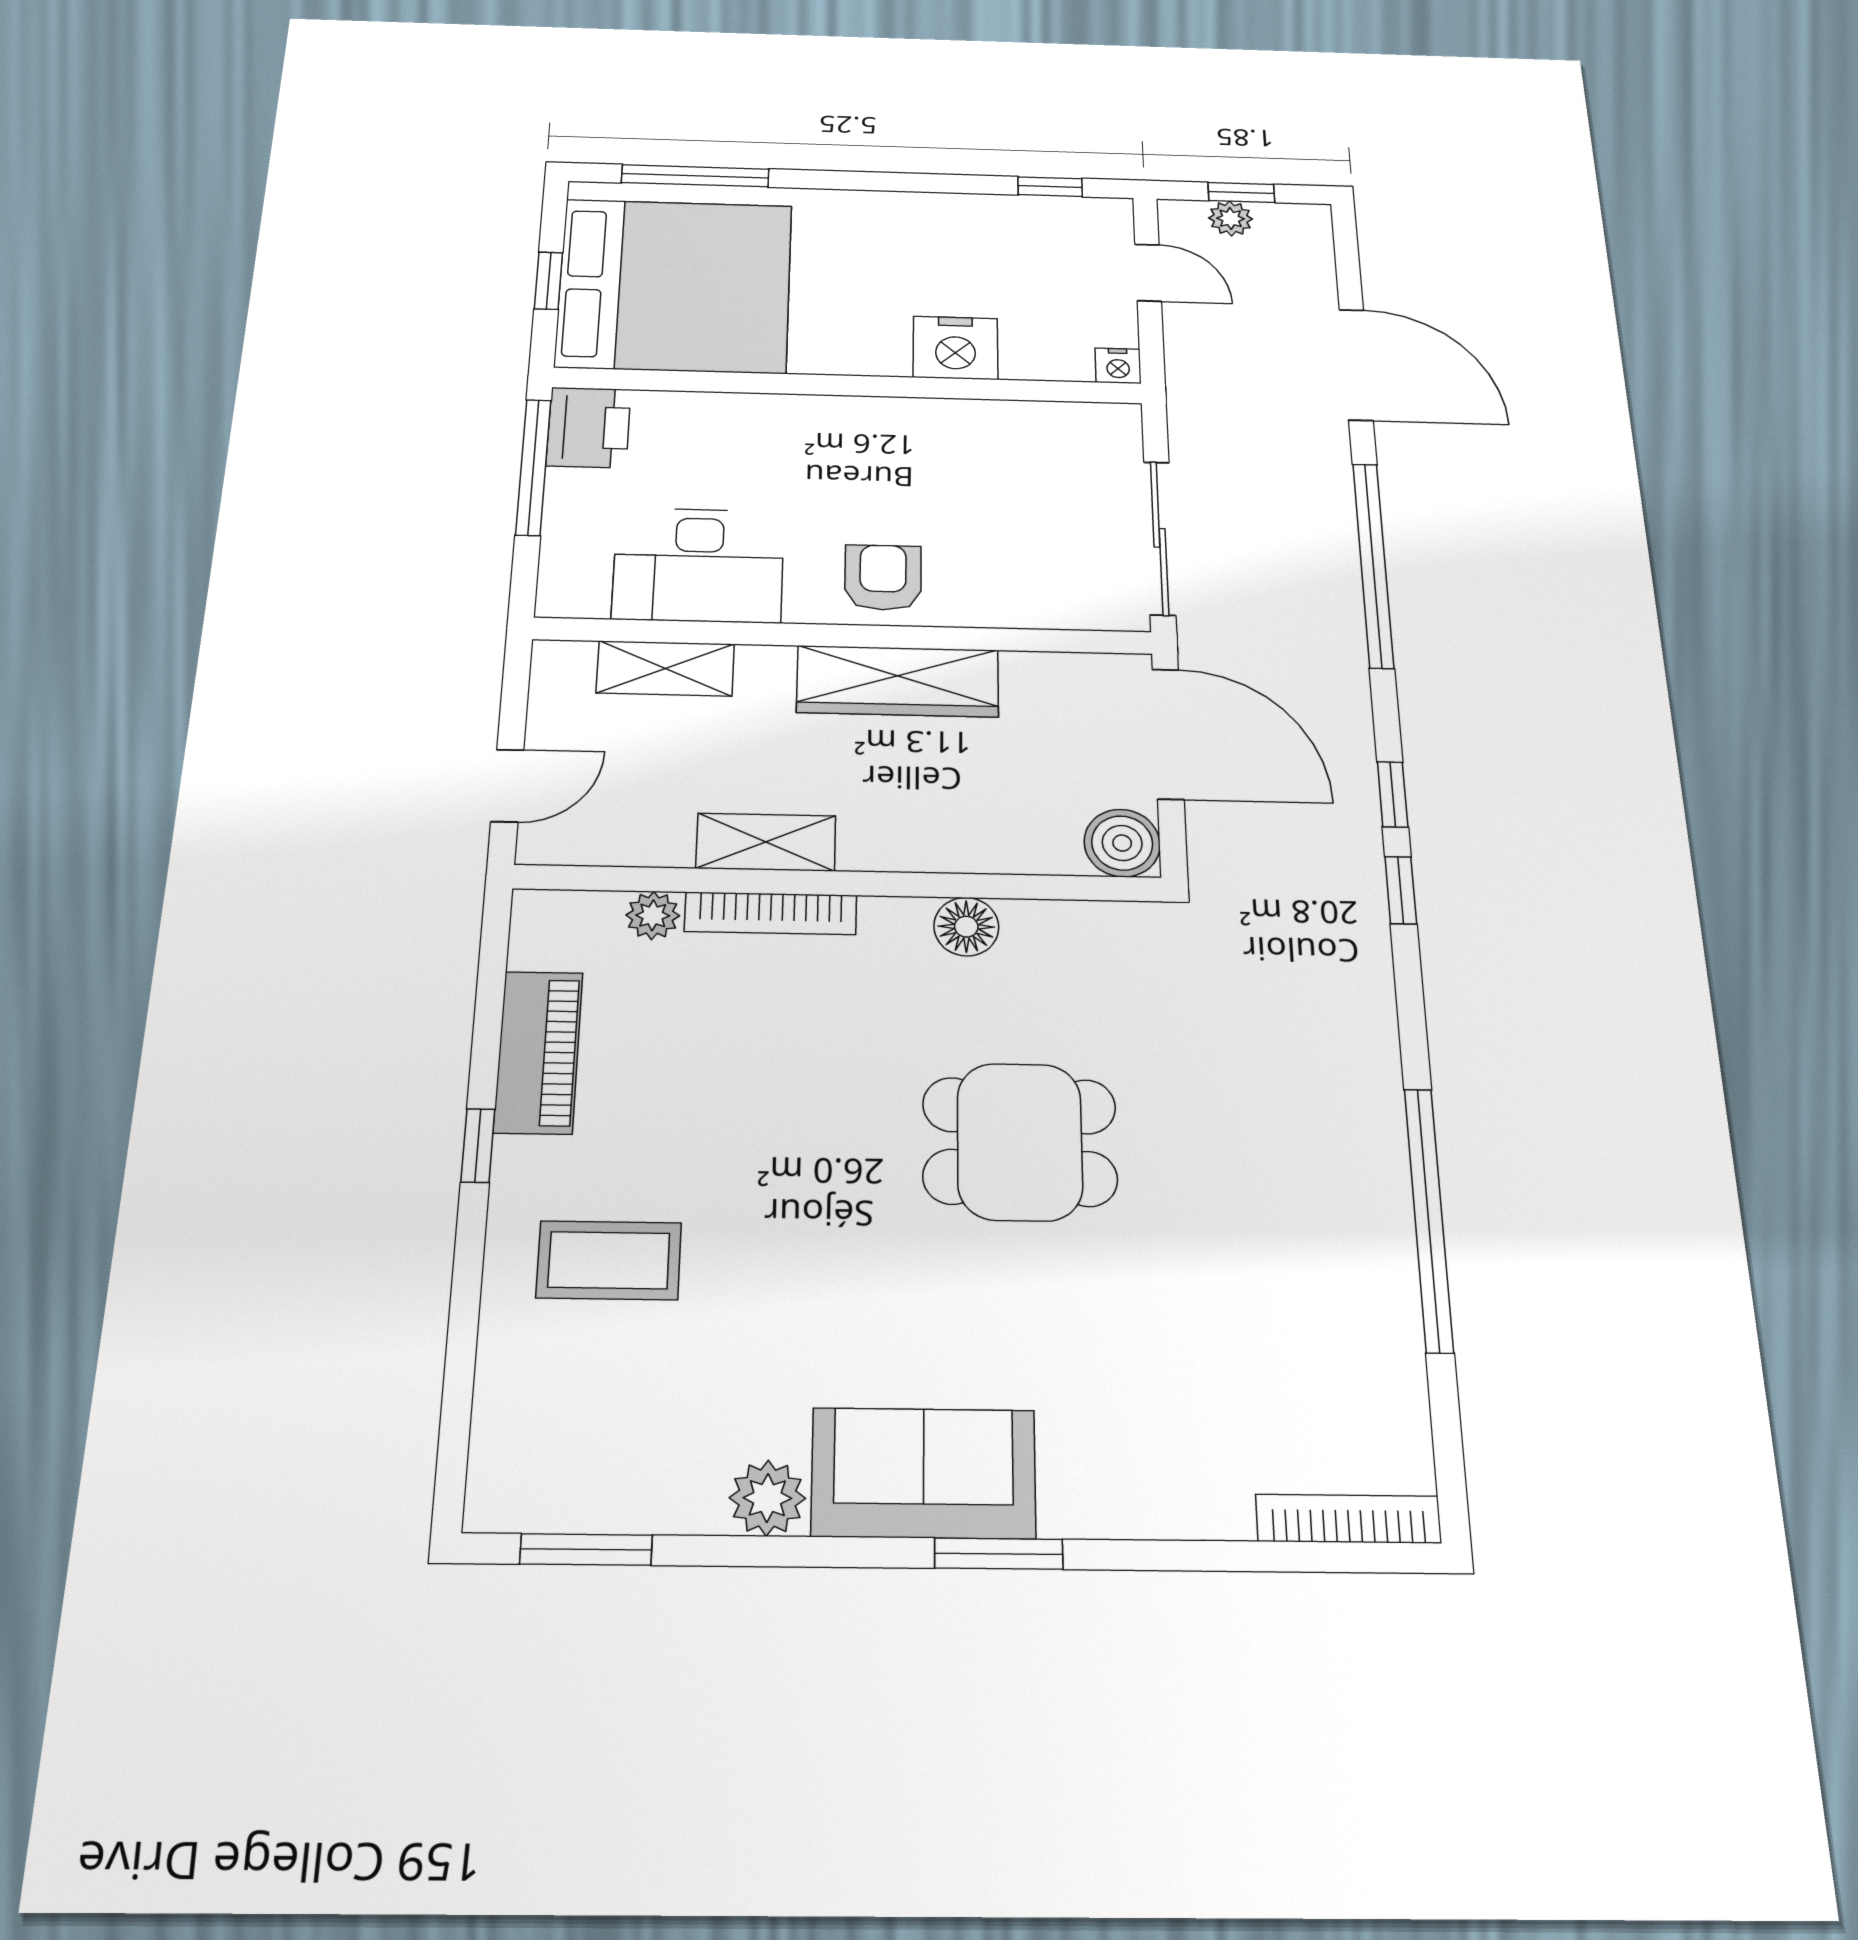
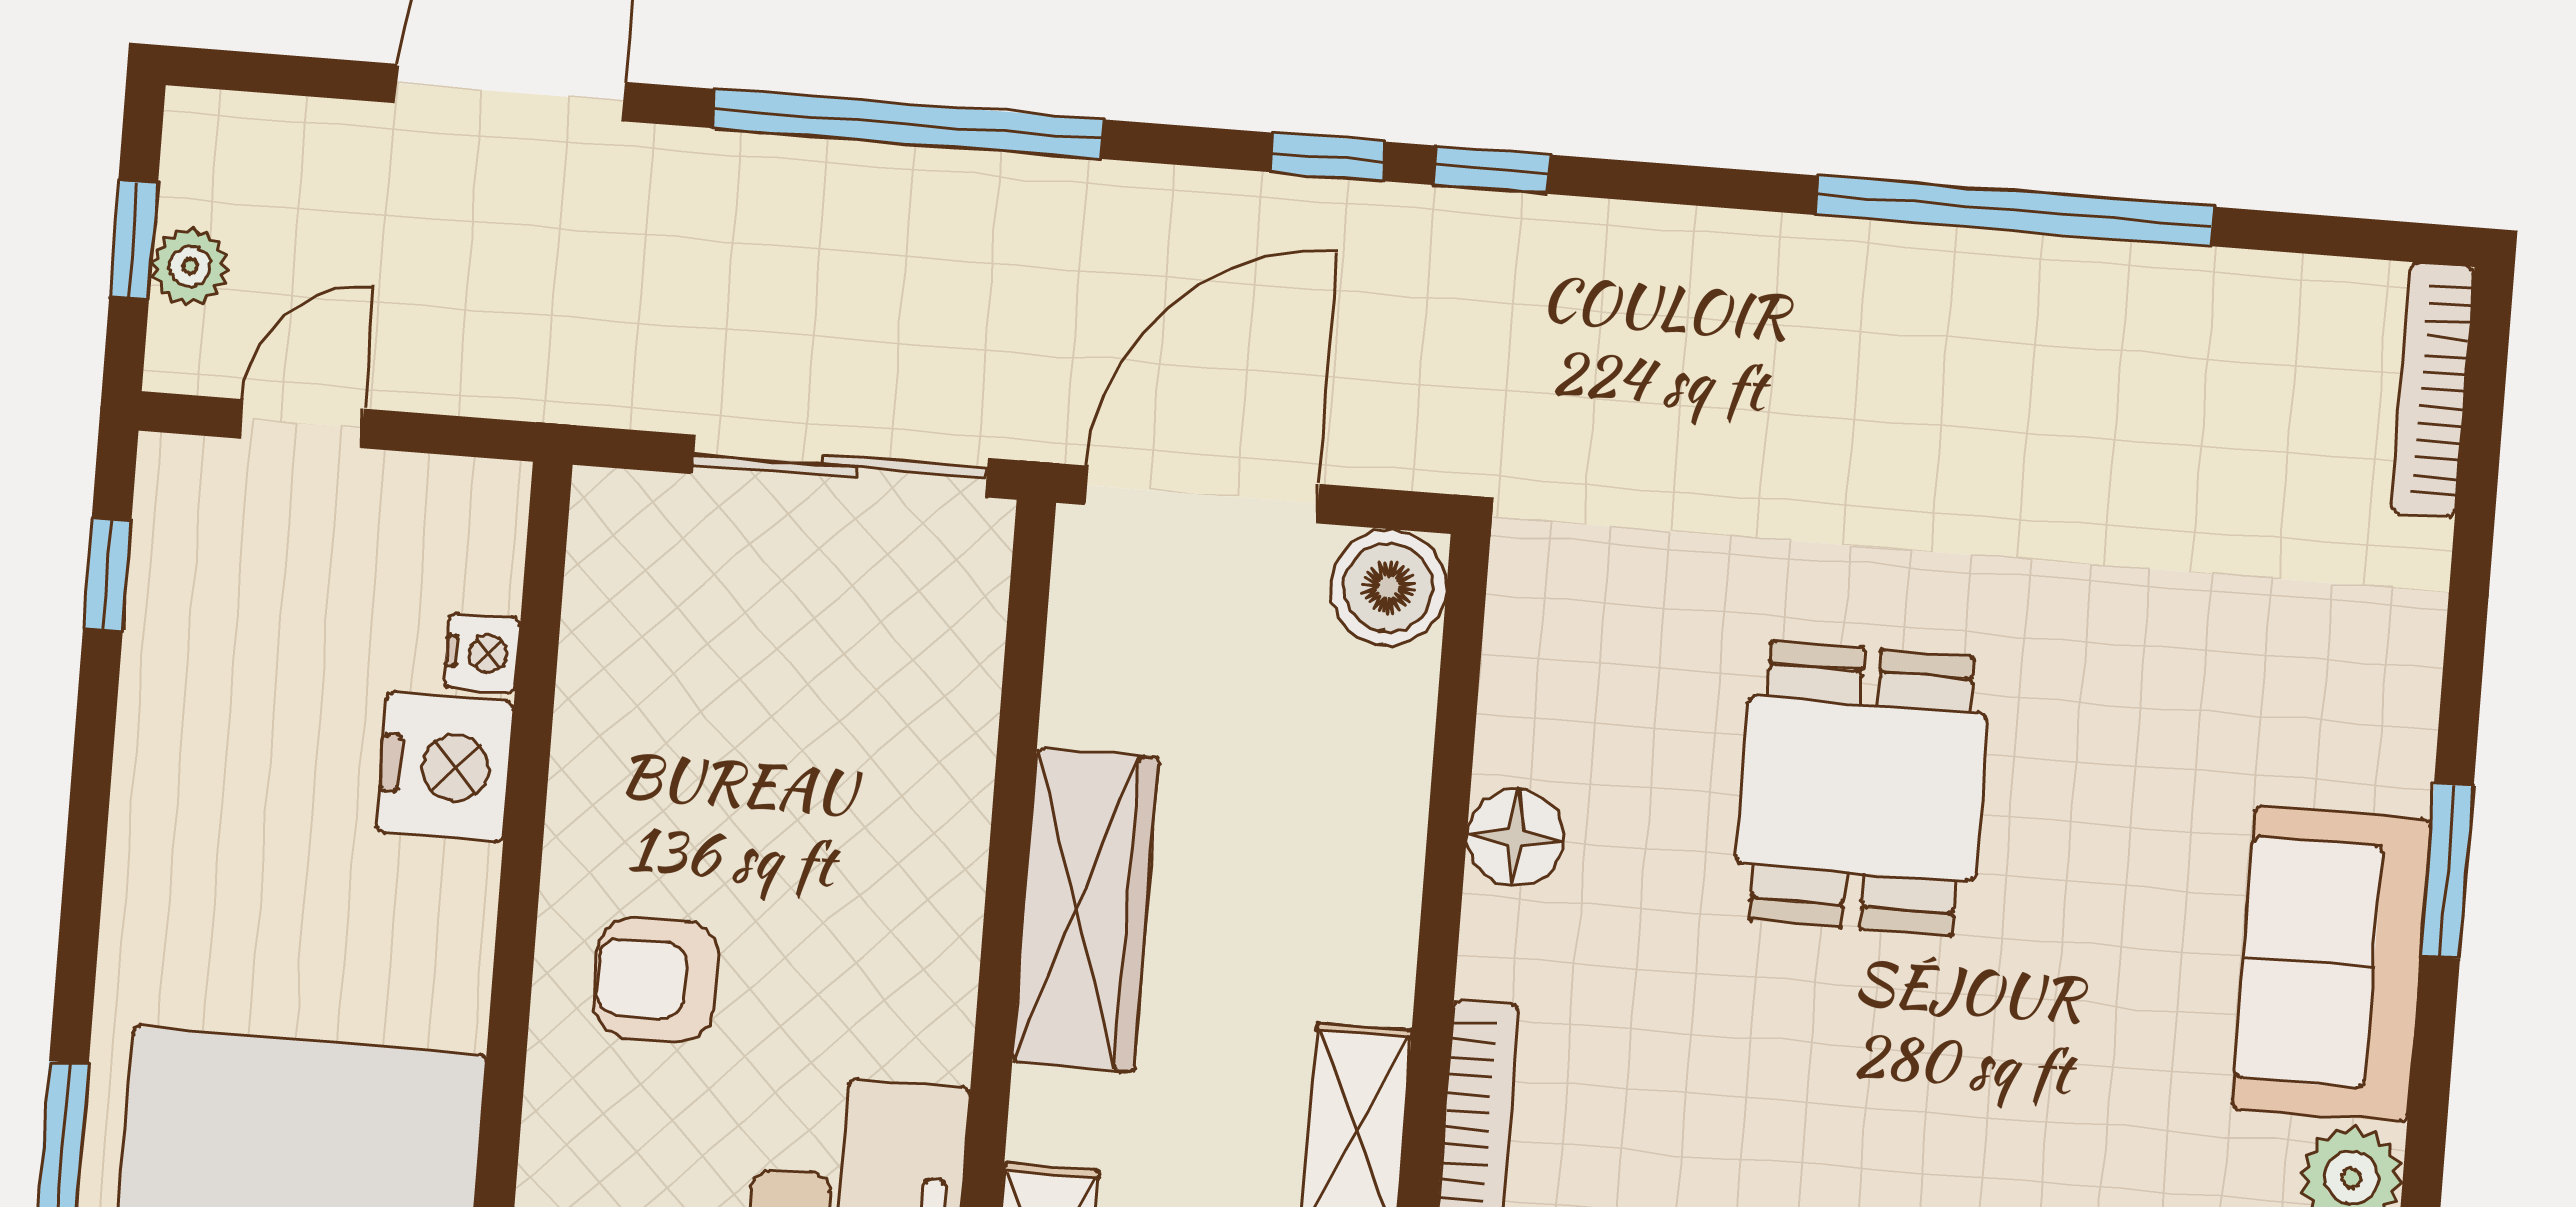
nightstand: (1118, 366) -> (482, 653), moved
armchair: (883, 577) -> (656, 980), moved

